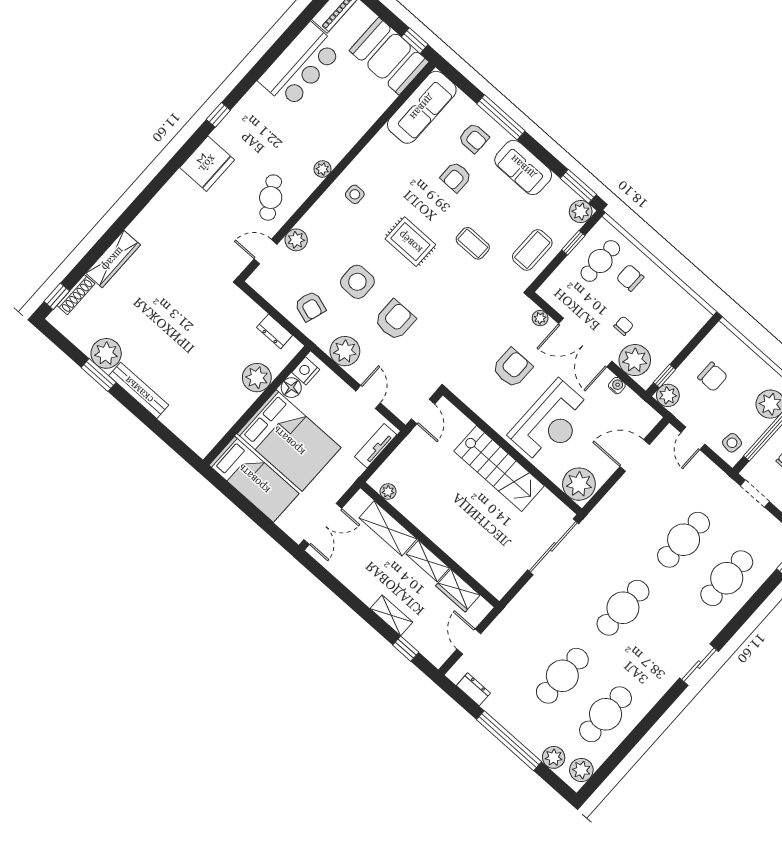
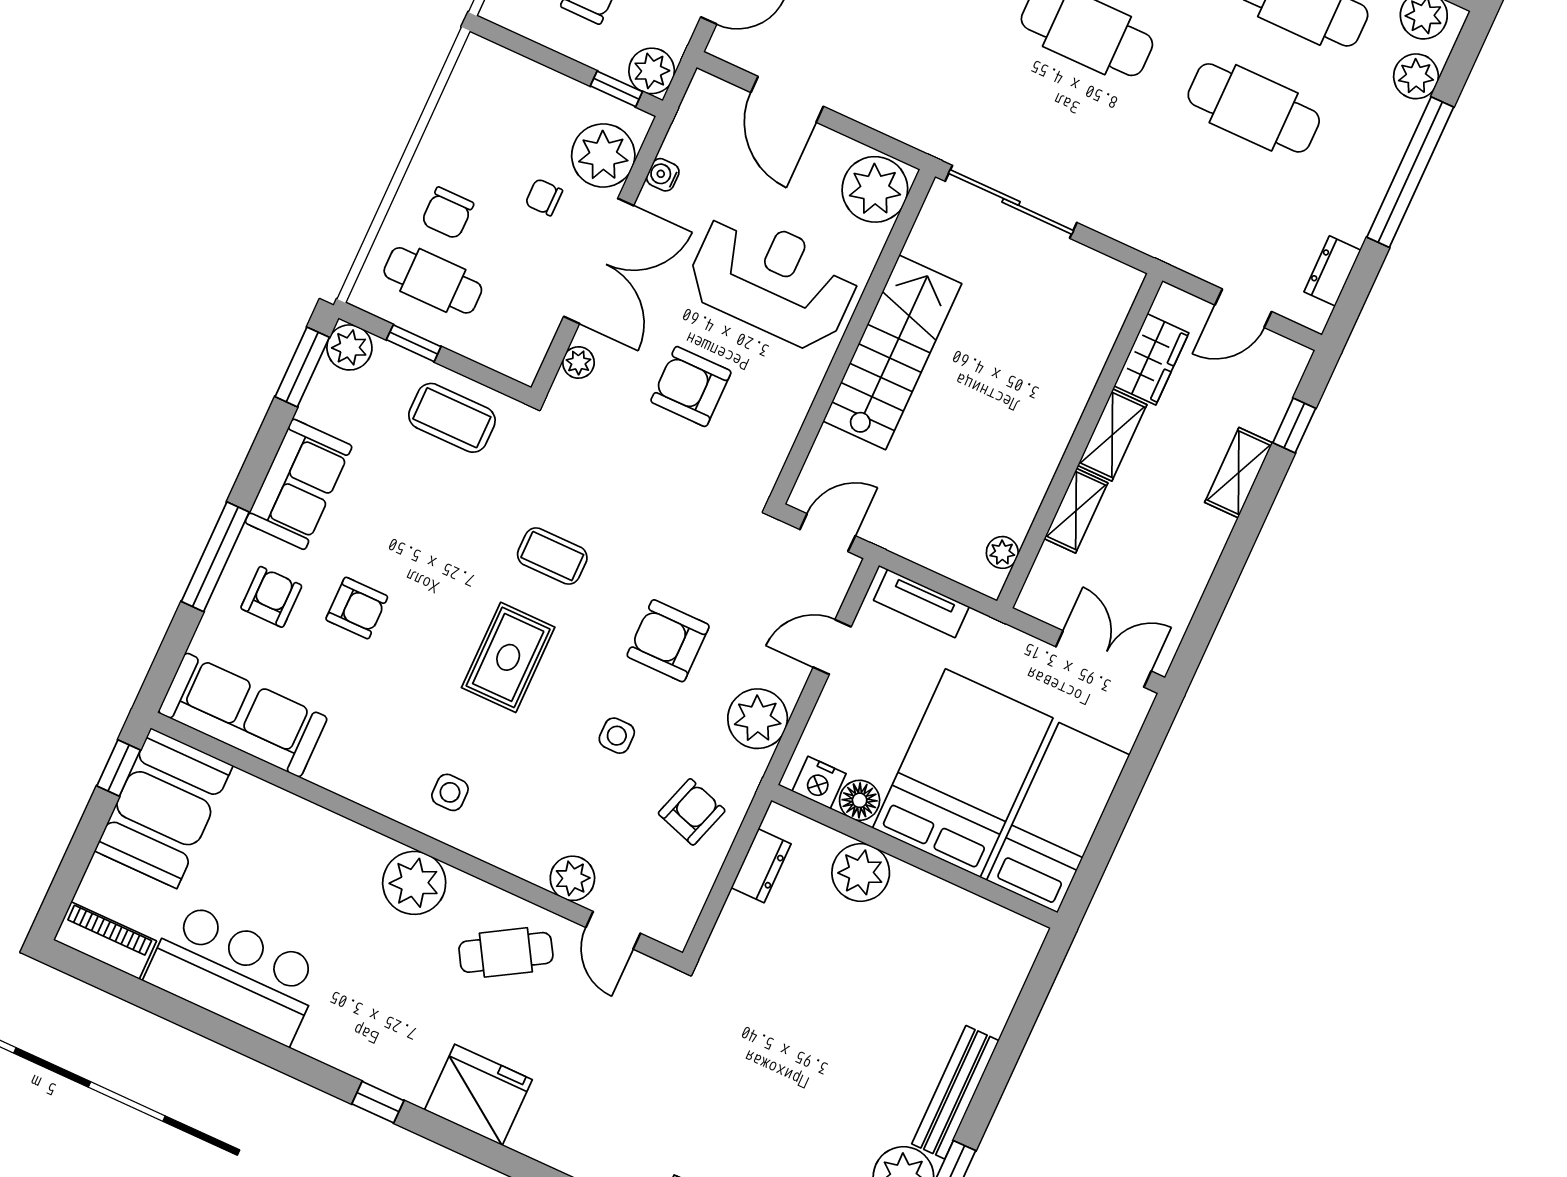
plant: (323, 169) -> (414, 883), width x1.87, depth x1.87
coffee table: (473, 243) -> (552, 556), moved, turned 90
side table: (357, 282) -> (617, 736), width x0.54, depth x0.54
shelving: (388, 528) -> (1076, 511), width x0.67, depth x0.75

